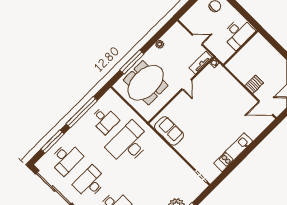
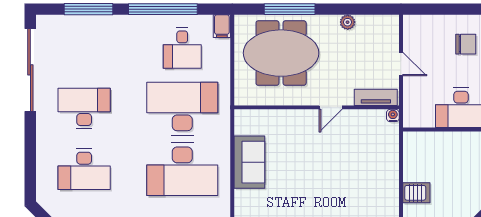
filing cabinet: (112, 96) -> (222, 26), added
sofa: (169, 131) -> (249, 162), moved
desk: (66, 159) -> (182, 169), moved, width x1.36, depth x1.30

